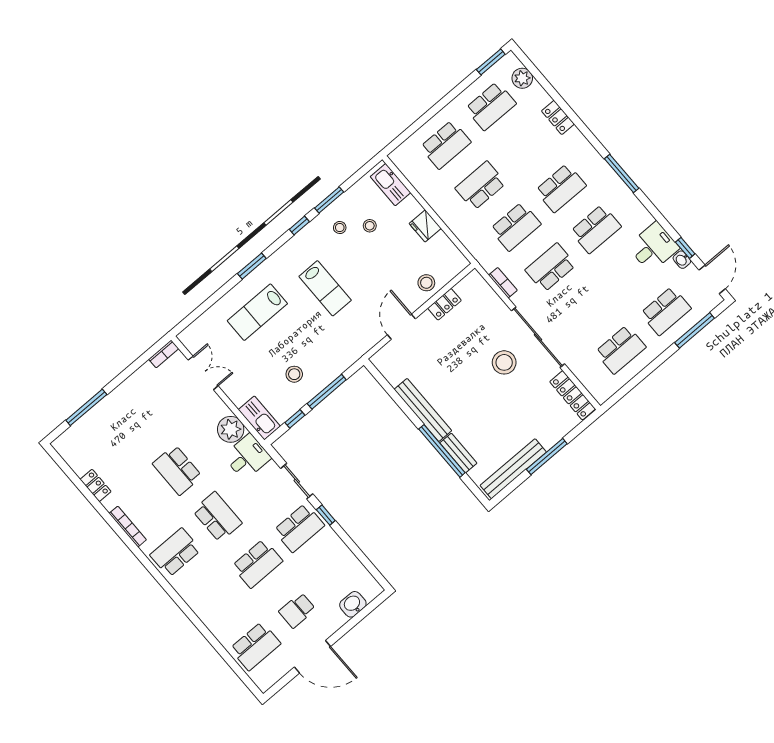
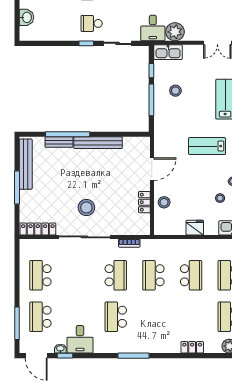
school desk: (561, 188) -> (153, 317), removed
door: (401, 327) -> (152, 169), hinge flipped
school desk: (299, 528) -> (92, 23), width x0.54

